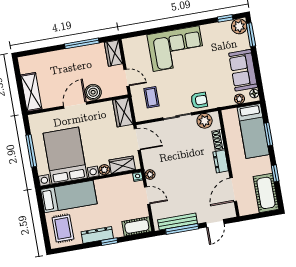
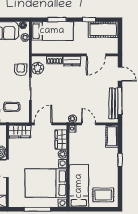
door: (233, 190) -> (96, 55), hinge flipped
door: (147, 195) -> (89, 124), hinge flipped
dresser: (97, 235) -> (113, 169), removed

